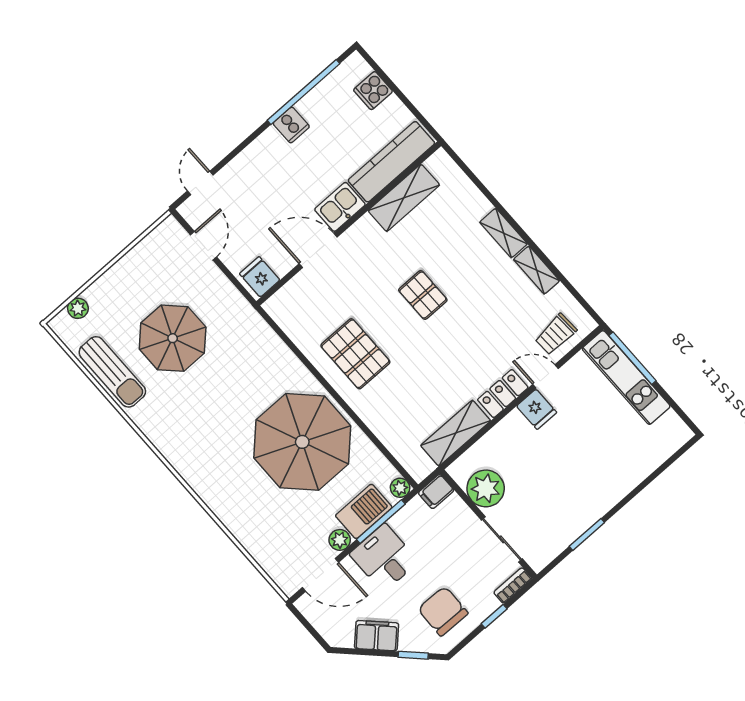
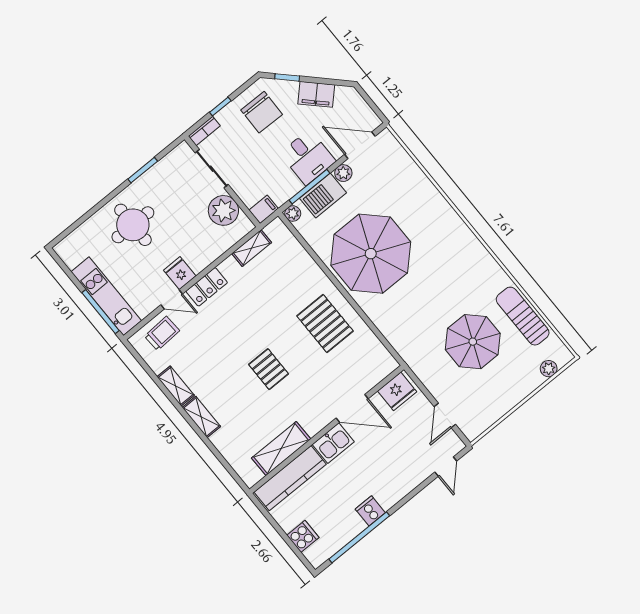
fridge: (260, 277) -> (397, 391), width x1.38
shelving: (456, 433) -> (252, 248), width x0.67, depth x0.75
round table: (596, 467) -> (133, 225), added

